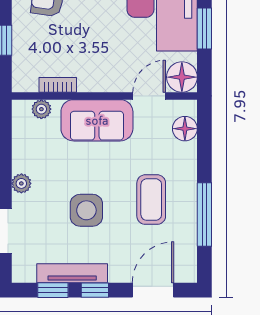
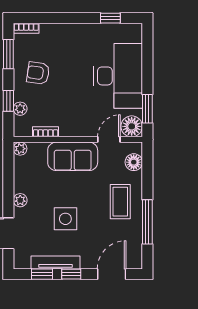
window: (204, 28) -> (147, 109), moved
plant: (21, 52) -> (20, 109), added
plant: (41, 109) -> (20, 149), moved
coffee table: (151, 200) -> (120, 202), moved

